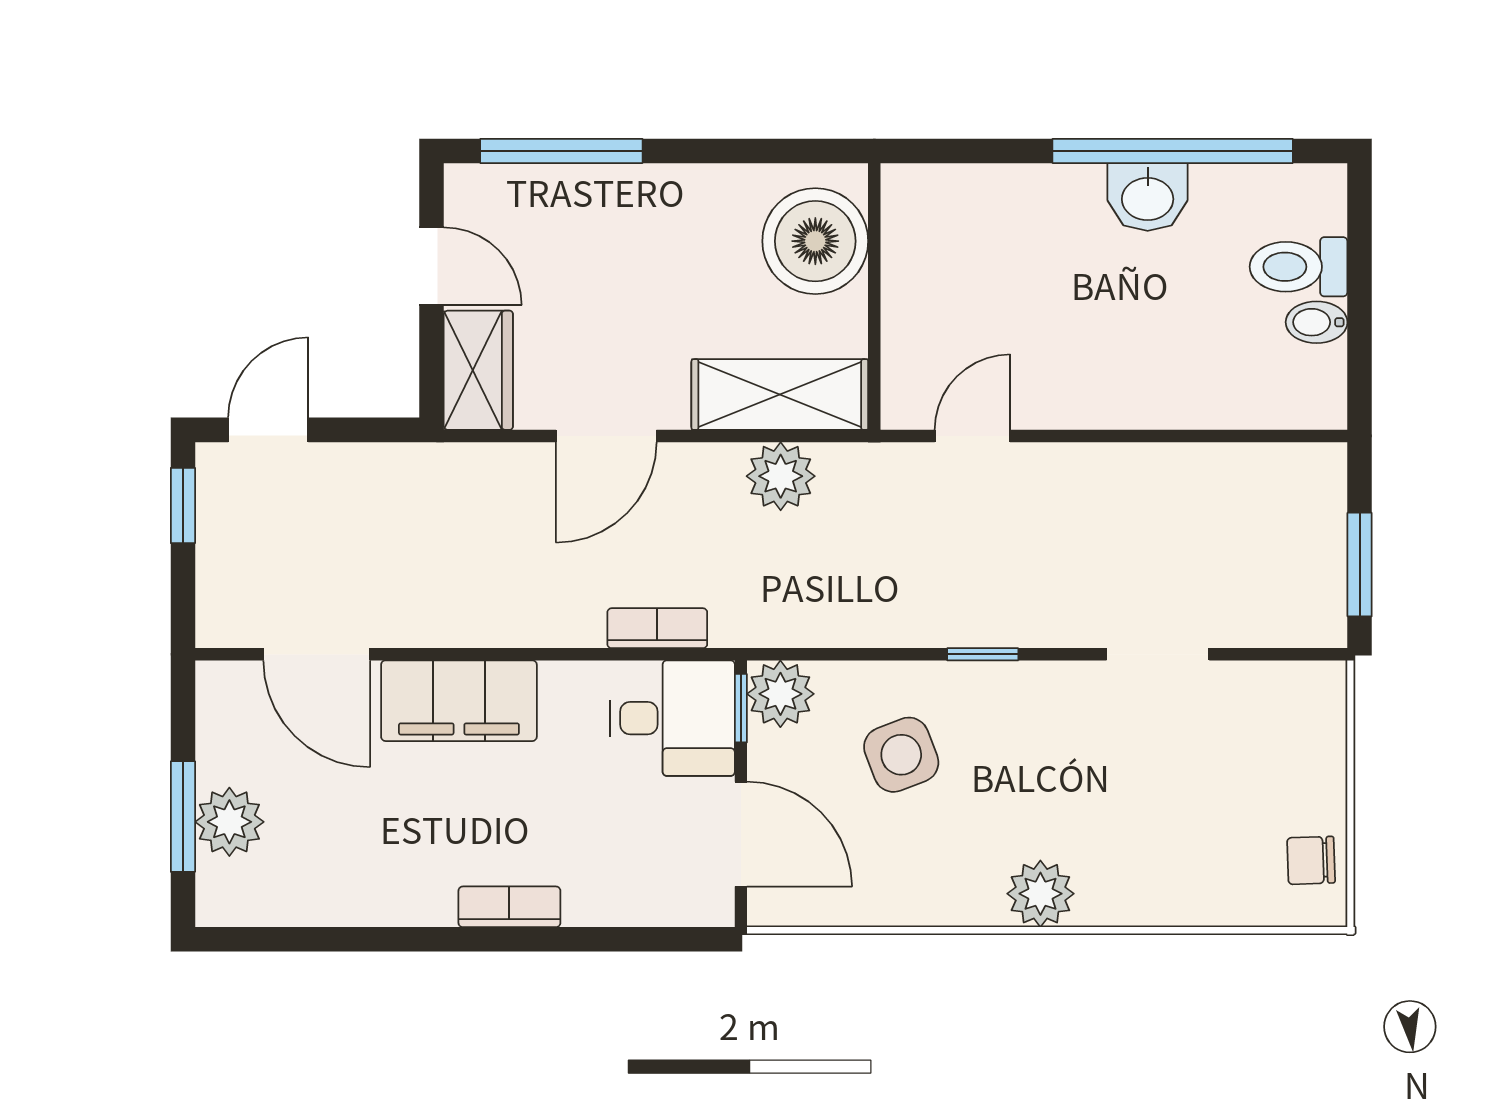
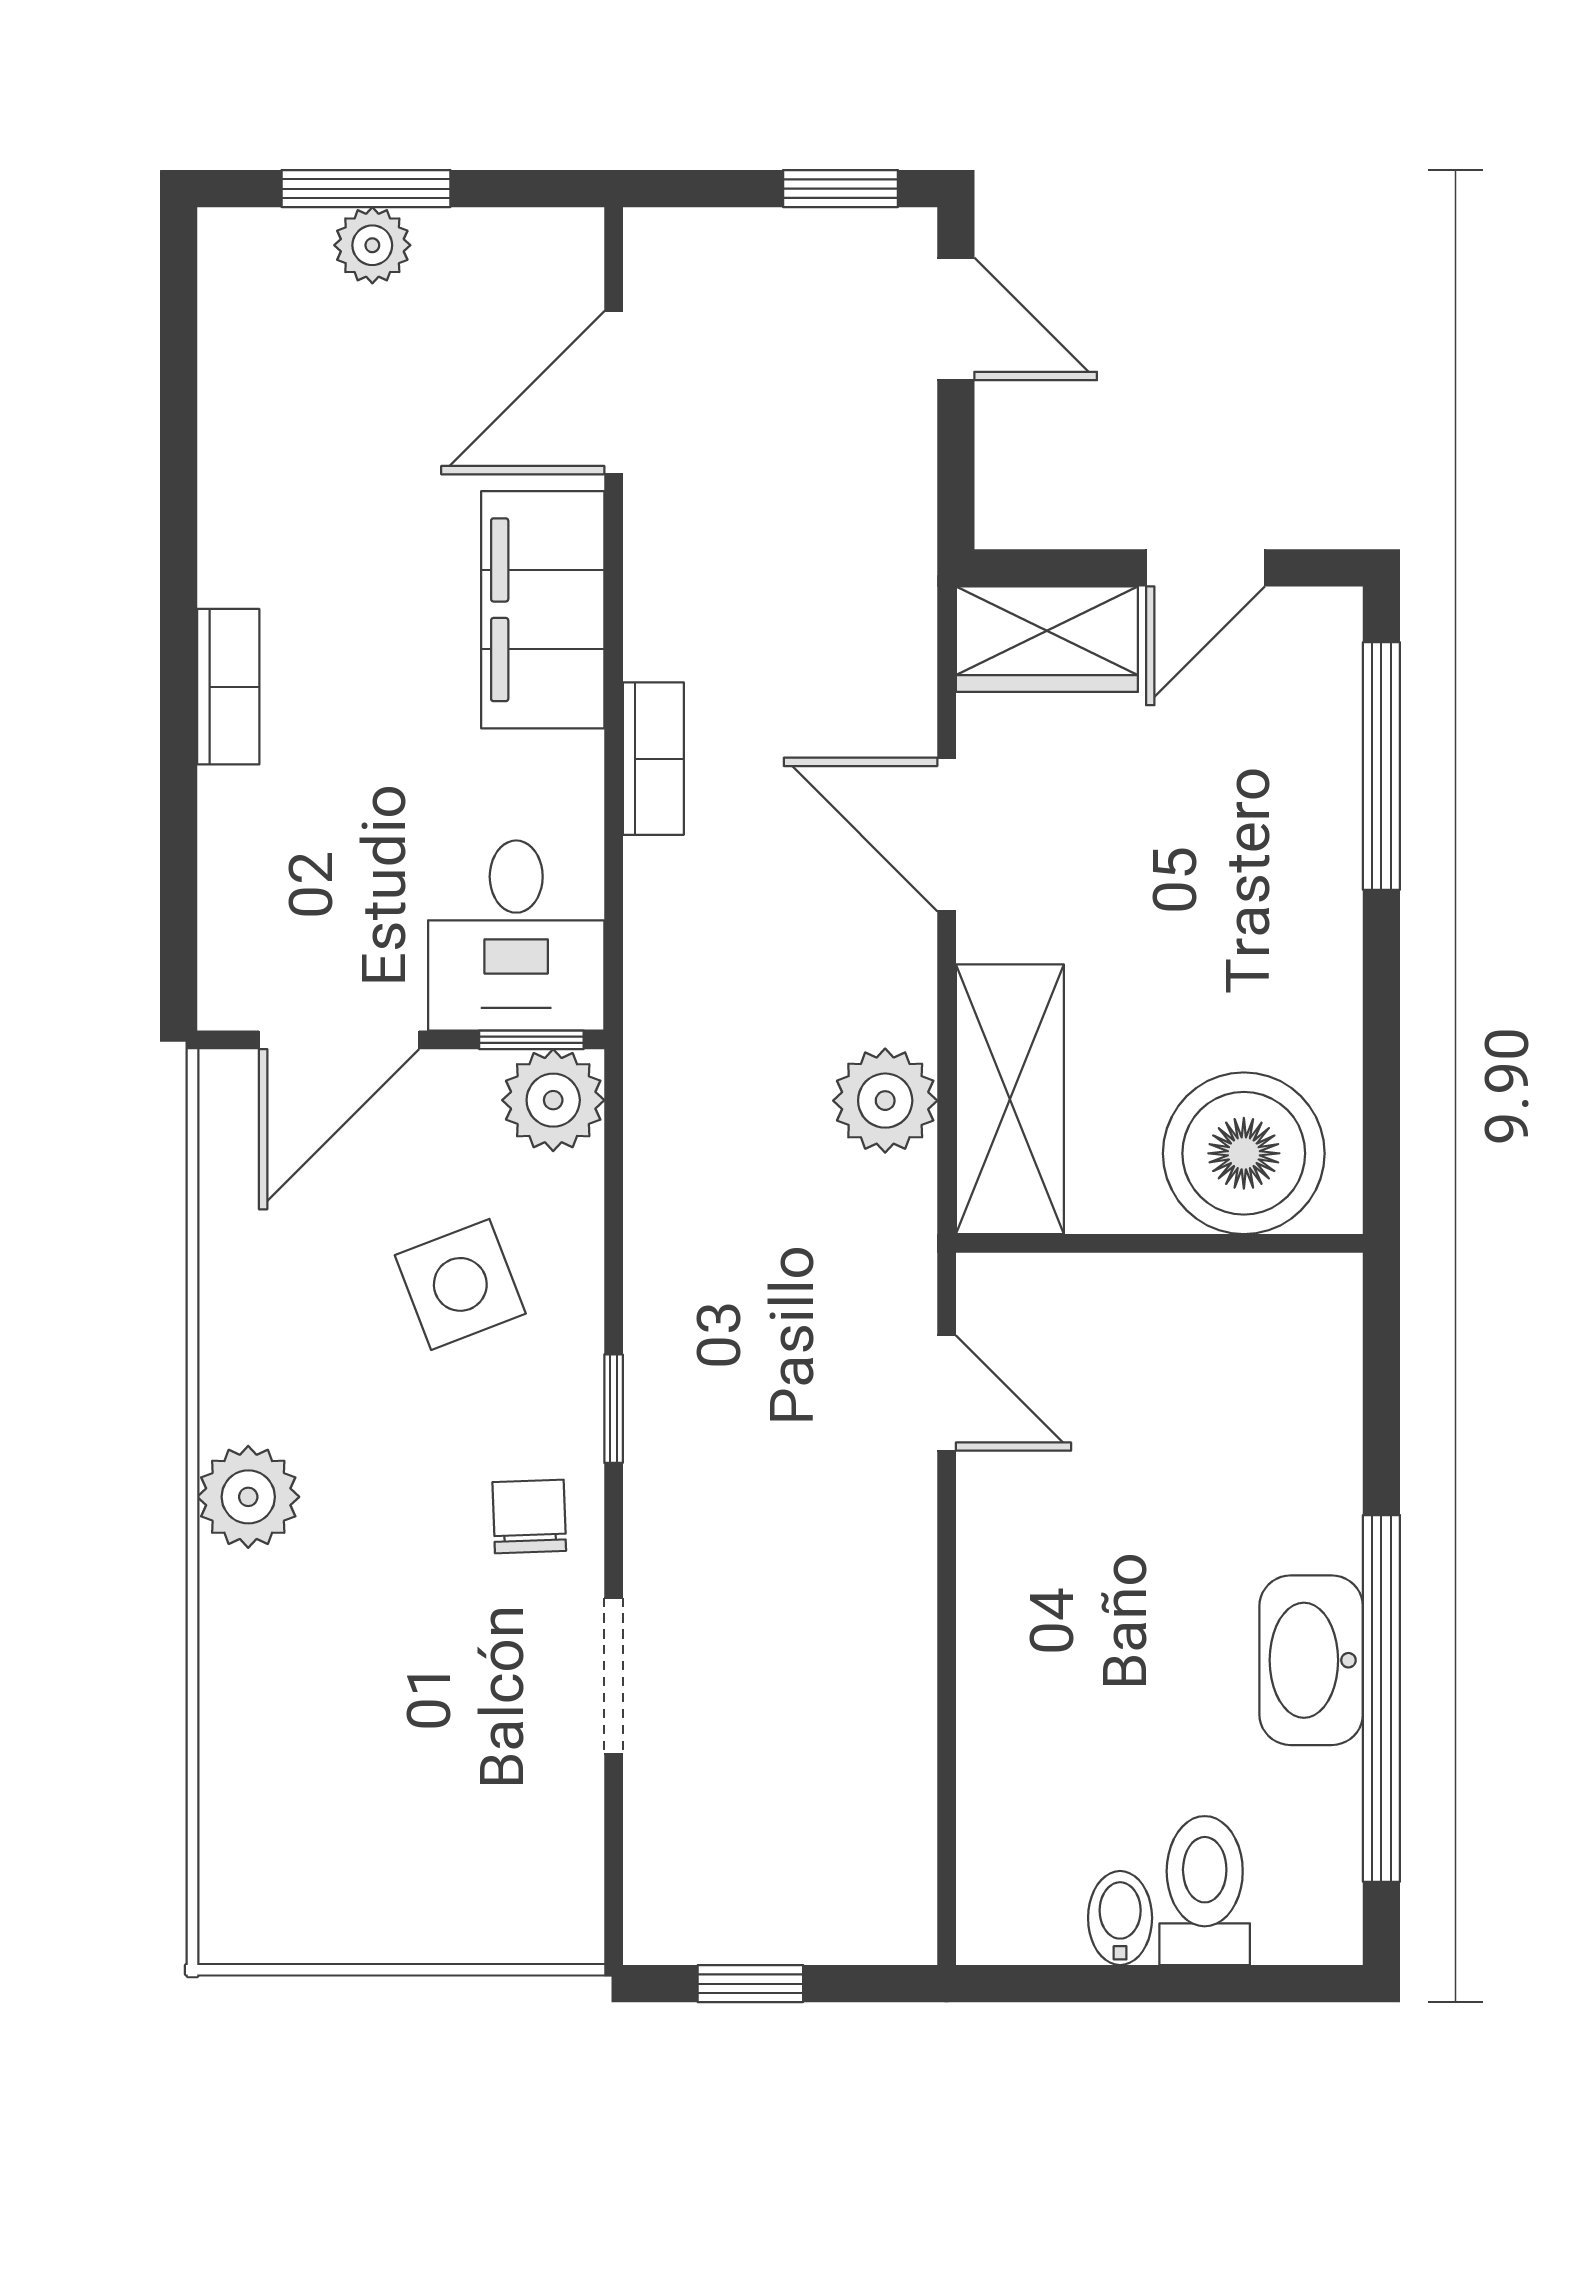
washbasin: (1148, 197) -> (1311, 1660), width x1.38
window: (1360, 565) -> (750, 1984), width x0.67
bookcase: (657, 628) -> (653, 759), moved
plant: (229, 822) -> (372, 245), width x0.73, depth x0.73
chair: (1311, 860) -> (529, 1516), moved

